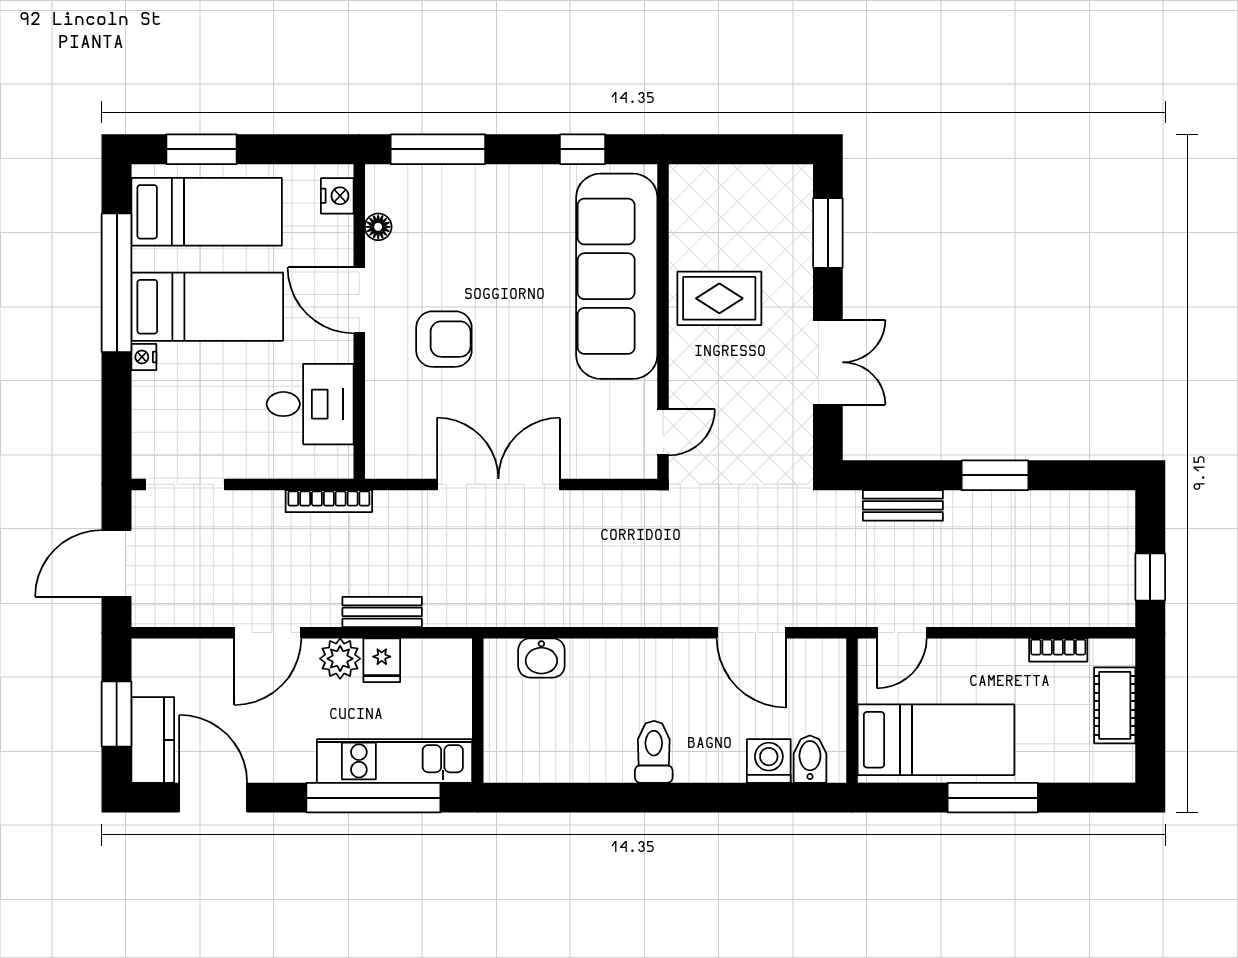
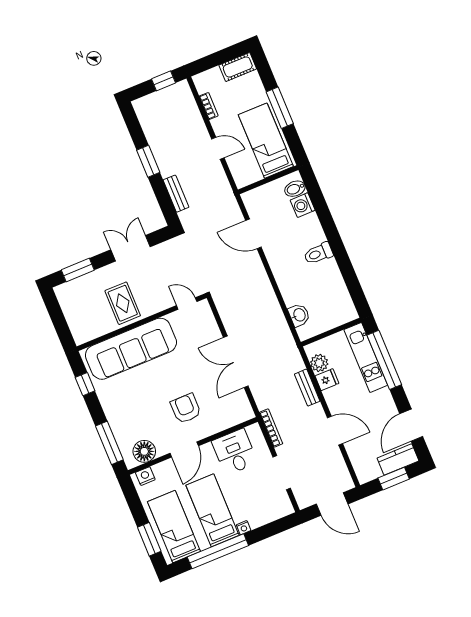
floor lamp: (378, 227) -> (144, 451), width x1.89, depth x1.89
doorway: (185, 484) -> (282, 473), moved
door: (751, 633) -> (253, 234), swing flipped
door: (902, 633) -> (218, 148), moved
plant: (340, 659) -> (319, 363), moved
cot: (1115, 705) -> (238, 67), moved

